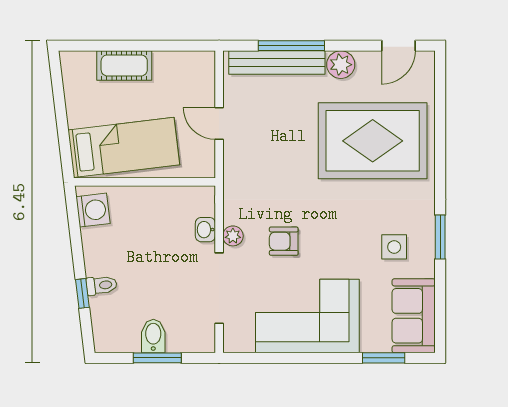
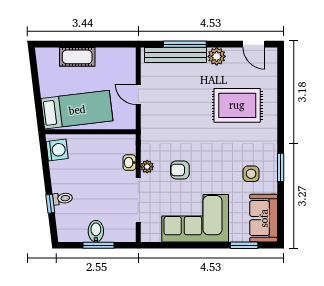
door: (398, 46) -> (254, 44), hinge flipped
rug: (373, 141) -> (237, 105), width x0.73, depth x0.69

